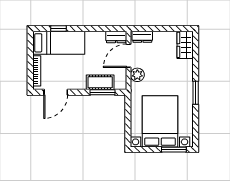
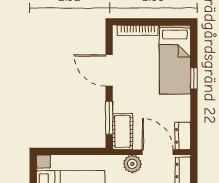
window: (59, 29) -> (194, 78), moved
cot: (100, 82) -> (123, 131), moved
door: (56, 92) -> (109, 70), moved

